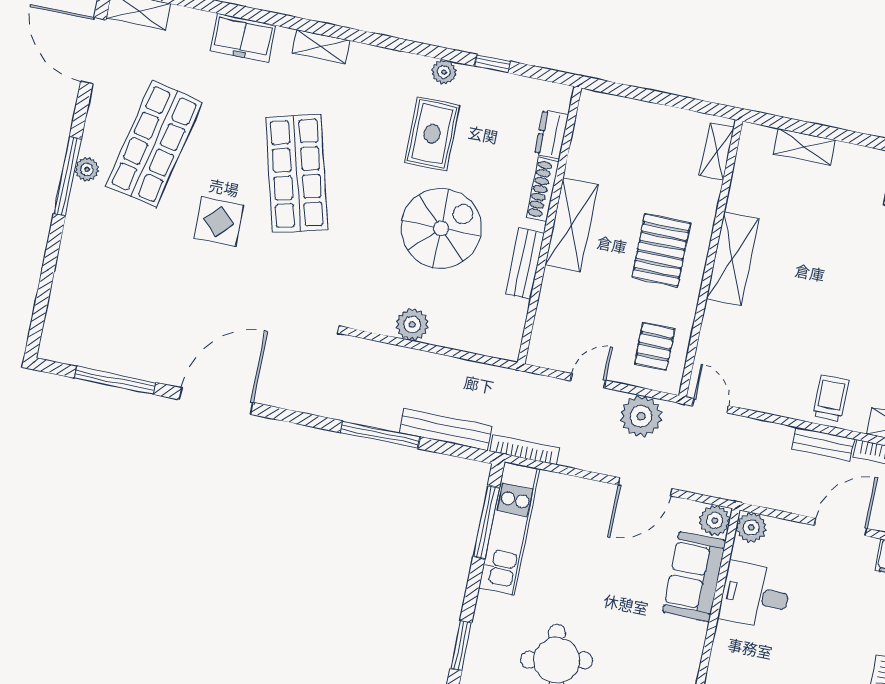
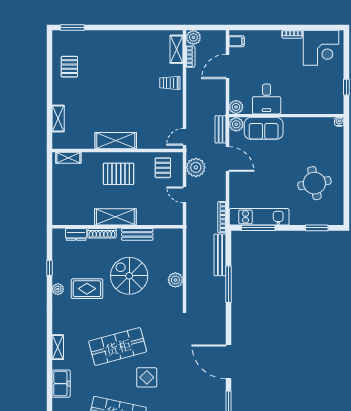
pallet: (655, 346) -> (163, 168), turned 90
bench: (823, 444) -> (221, 129), moved
door: (841, 527) -> (227, 66), hinge flipped

